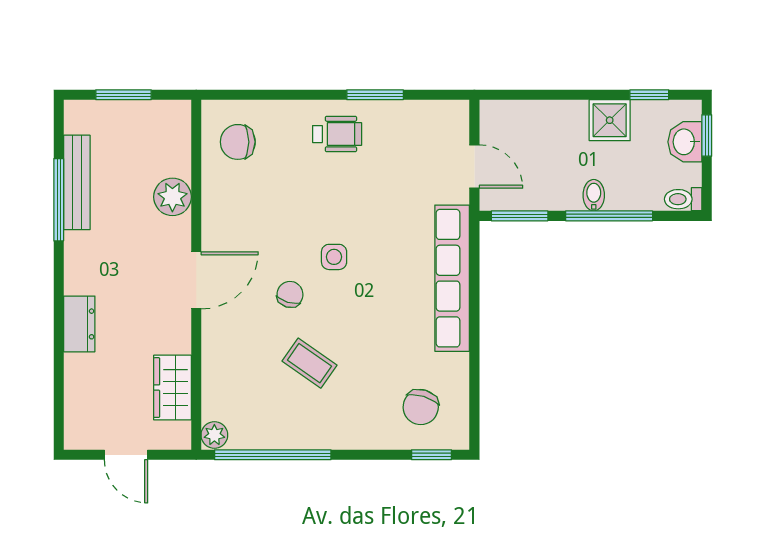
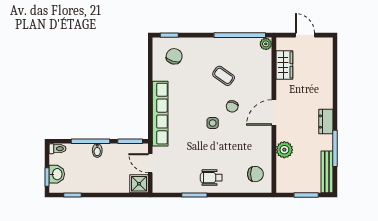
shower: (610, 120) -> (139, 184), moved
bench: (77, 182) -> (327, 172), moved
dresser: (79, 324) -> (326, 122), moved

